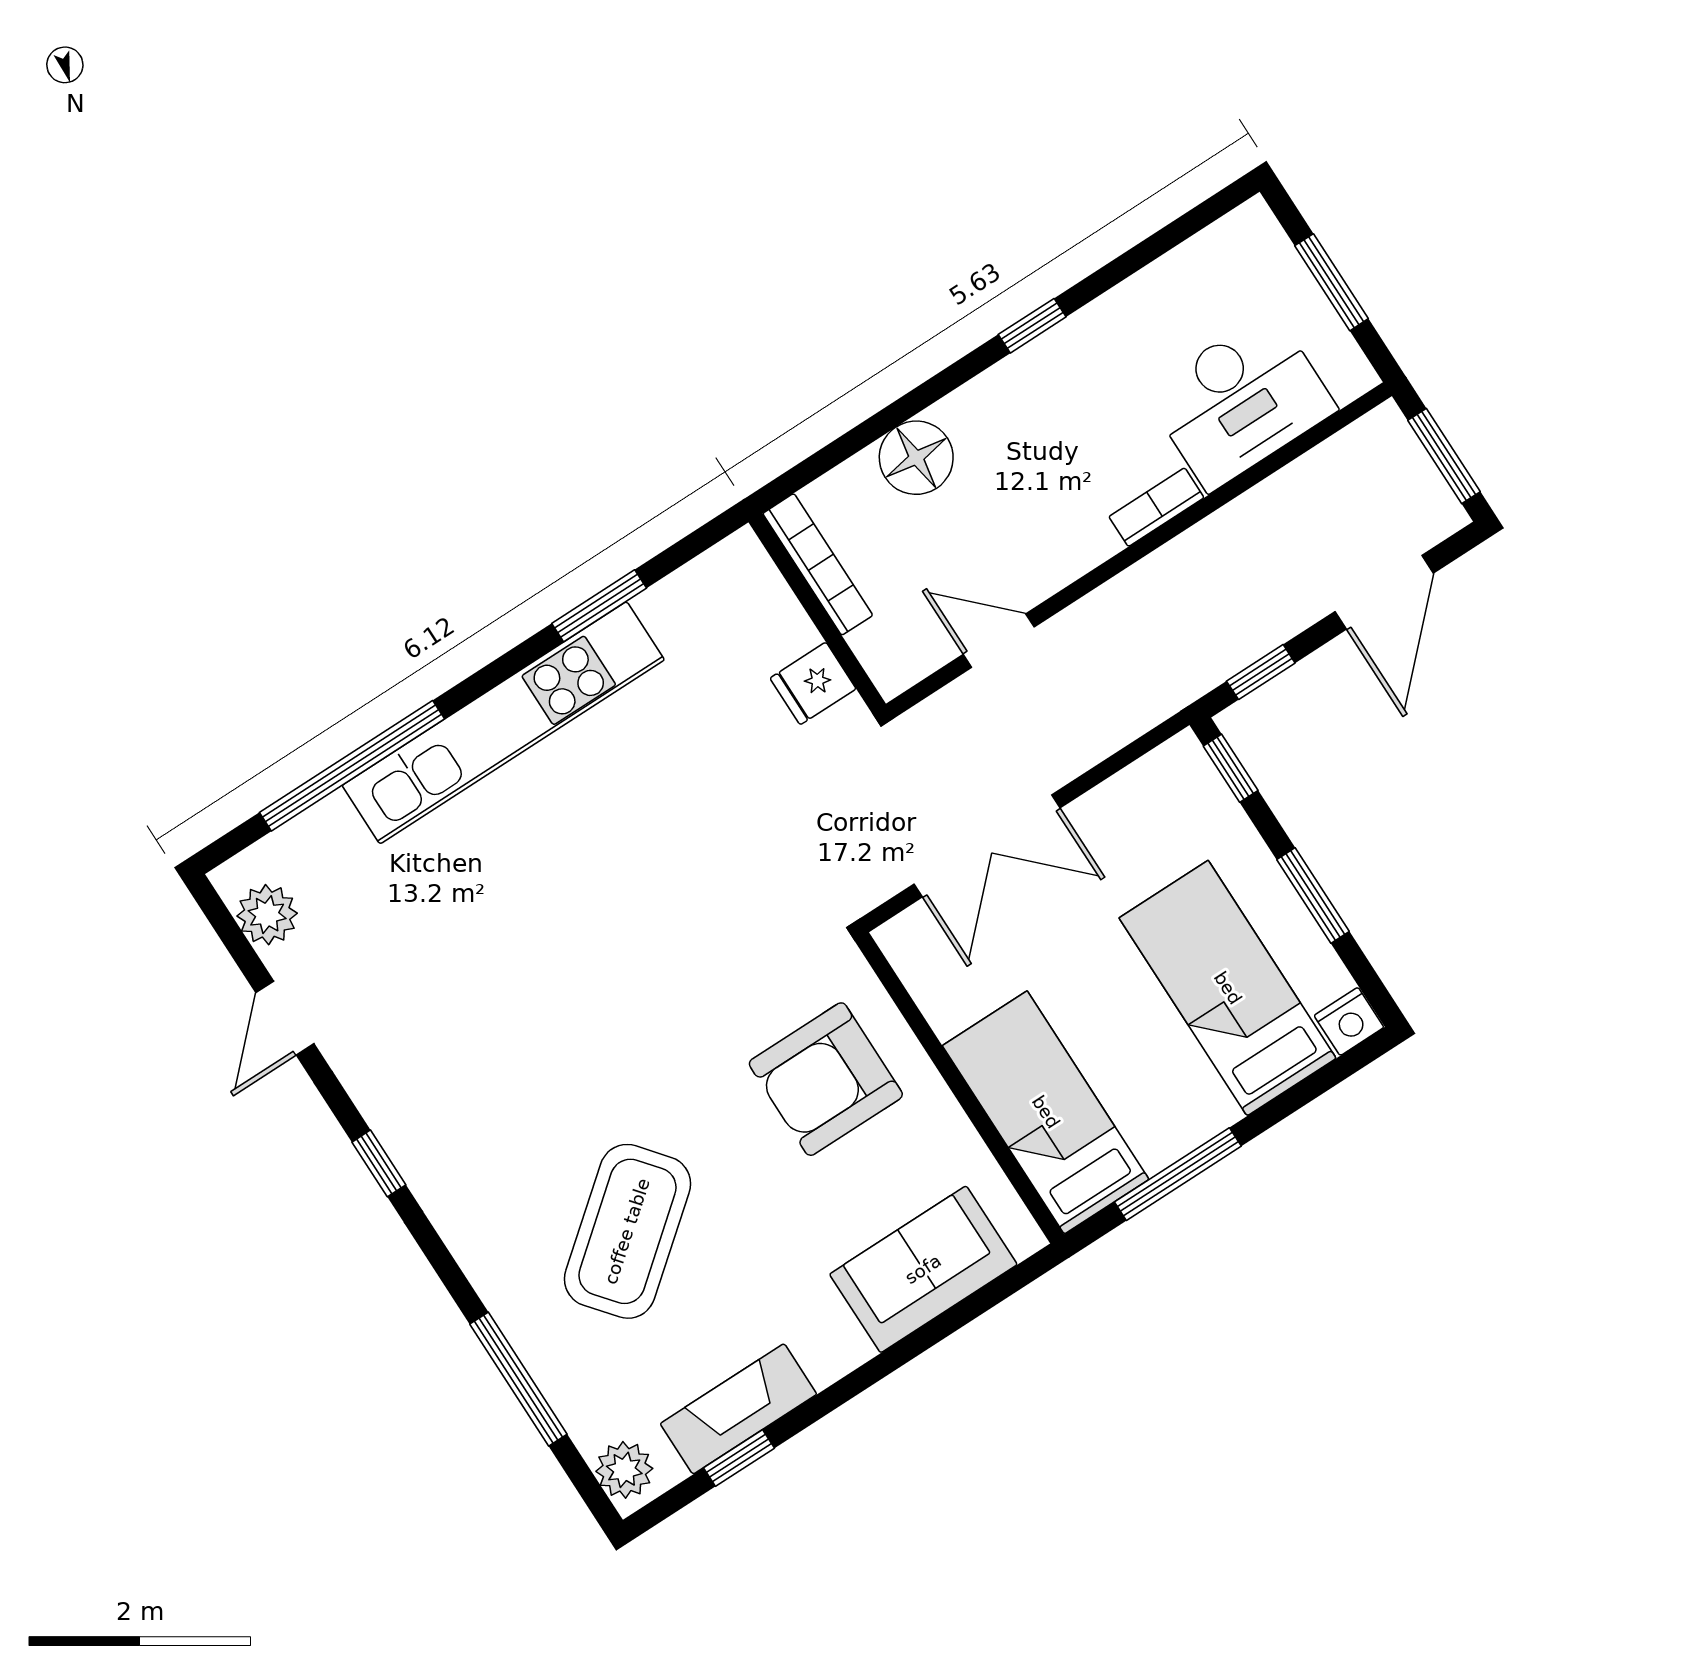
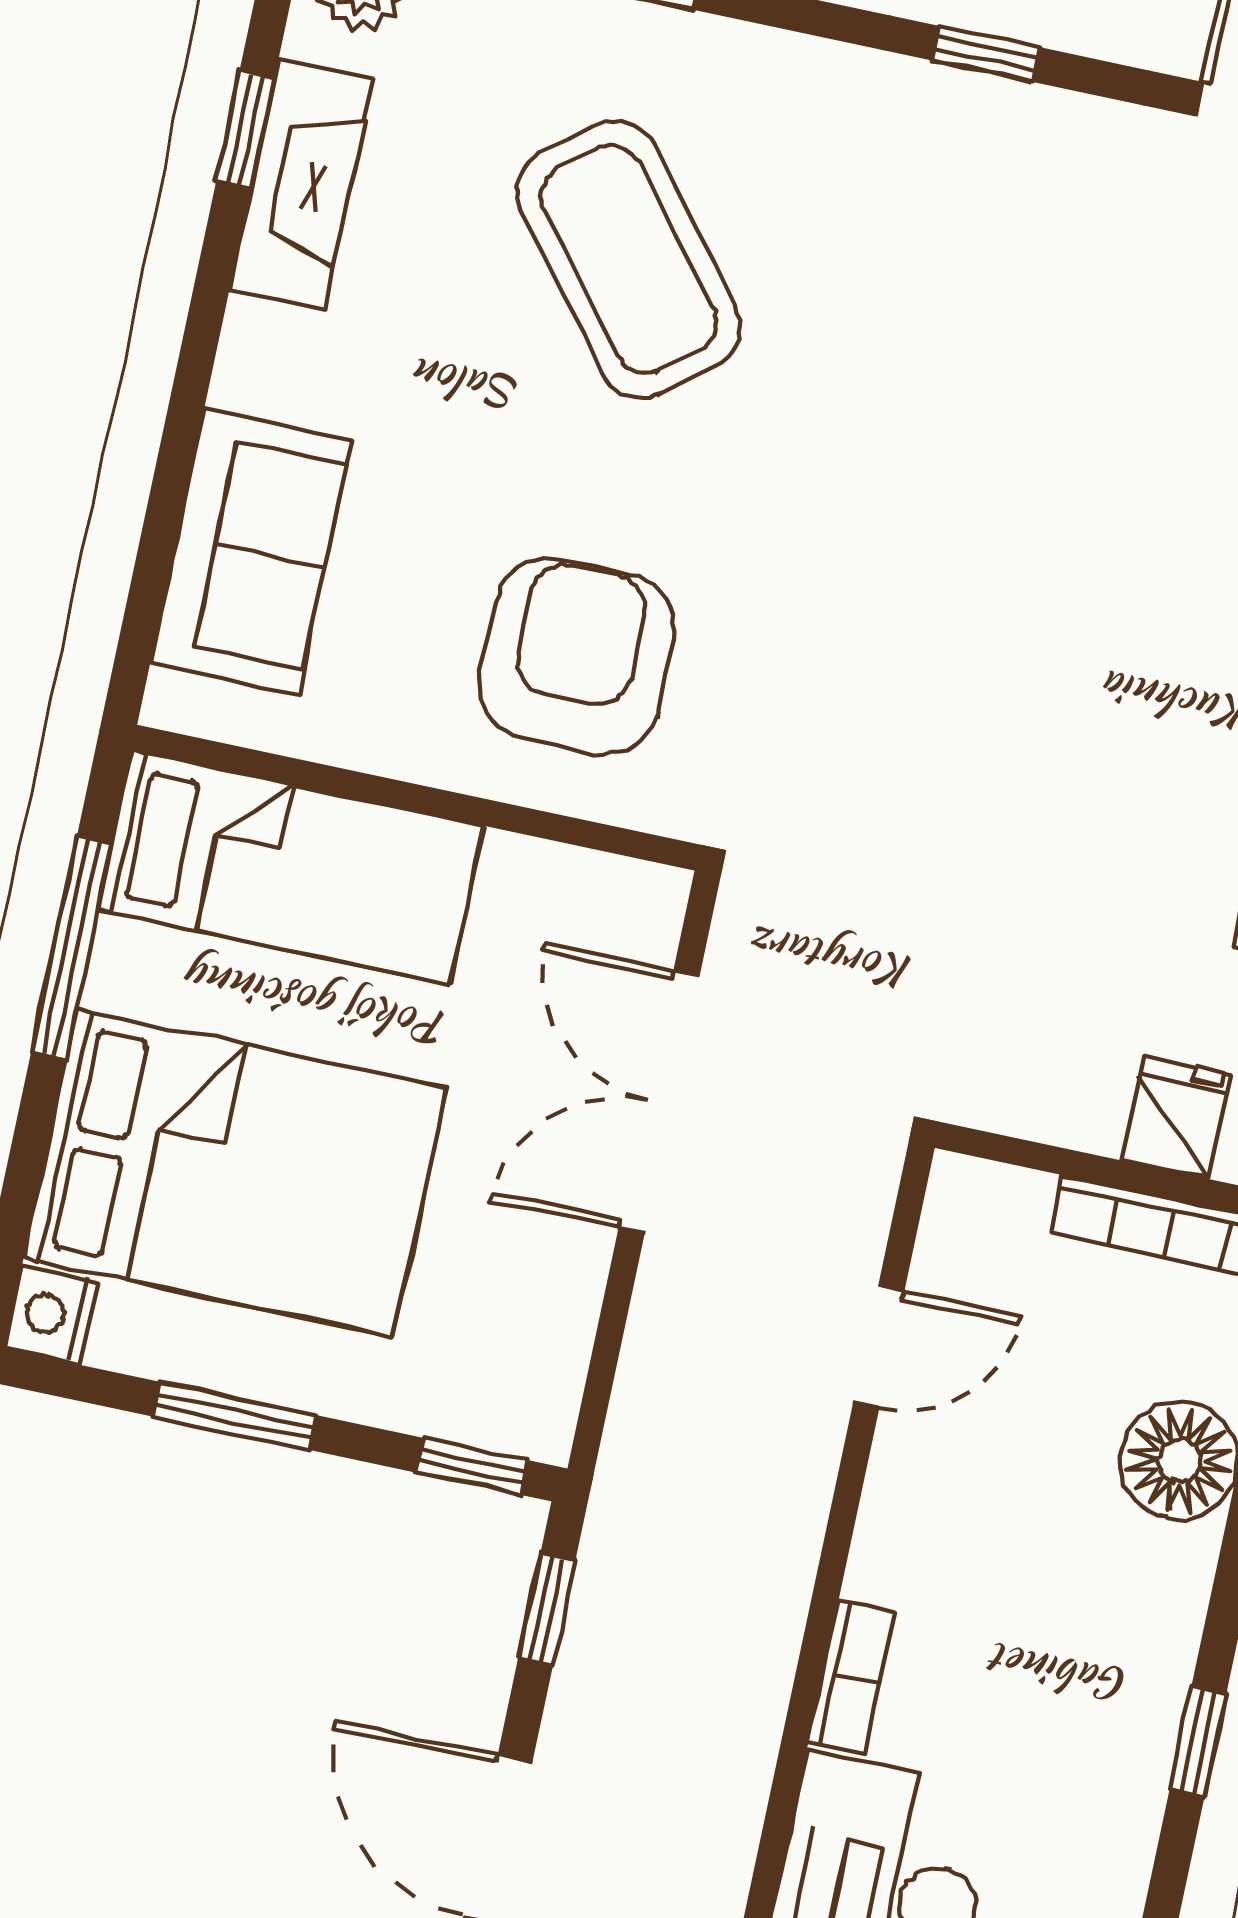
fridge: (813, 683) -> (1176, 1117), moved
bed: (1228, 988) -> (235, 1173), width x1.50

